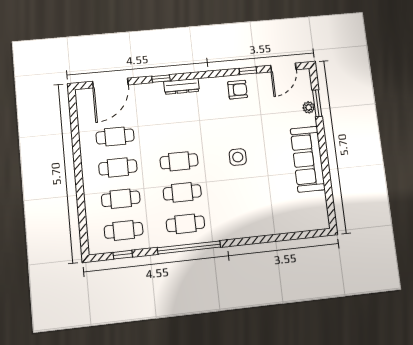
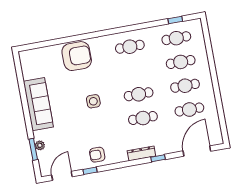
cafe table: (182, 192) -> (143, 118), moved
armchair: (255, 217) -> (77, 56), added
window: (189, 247) -> (126, 29), removed

